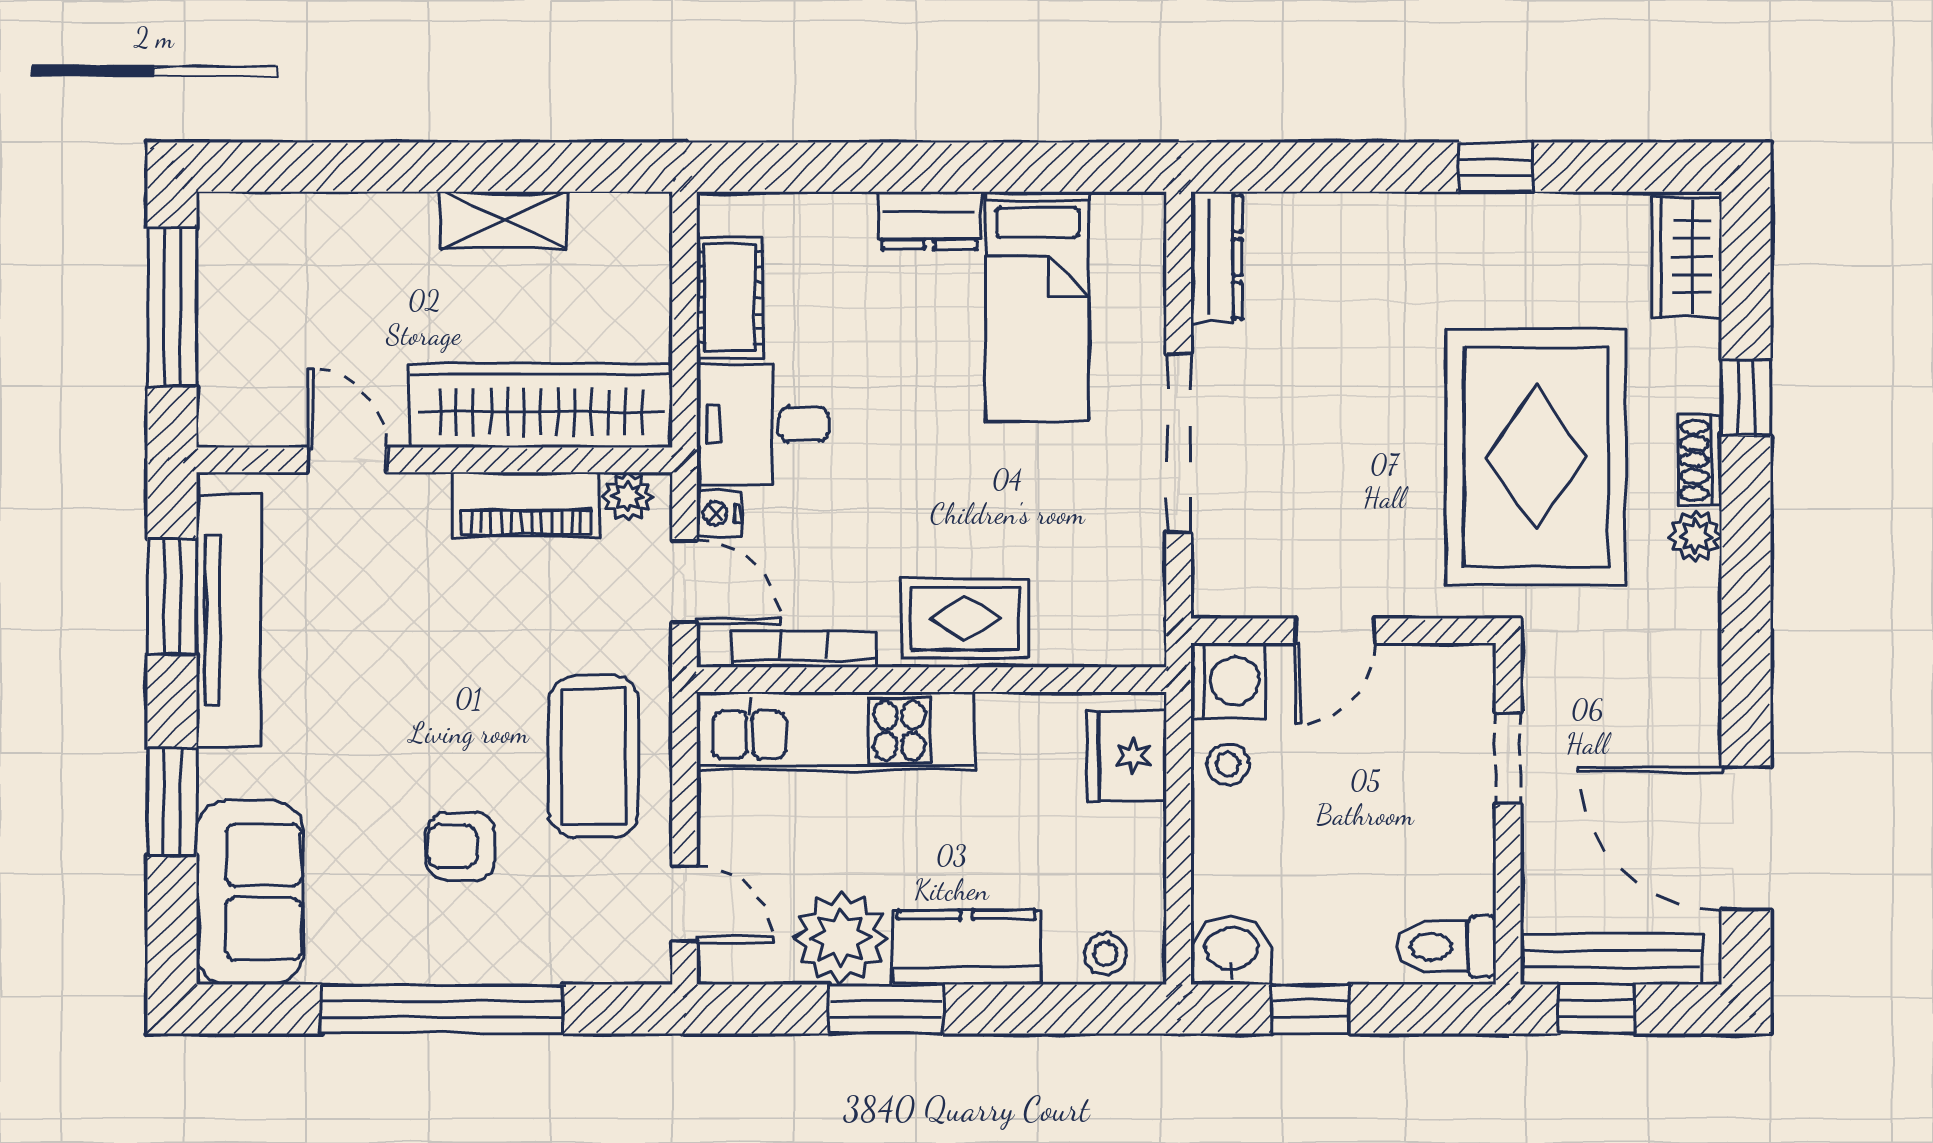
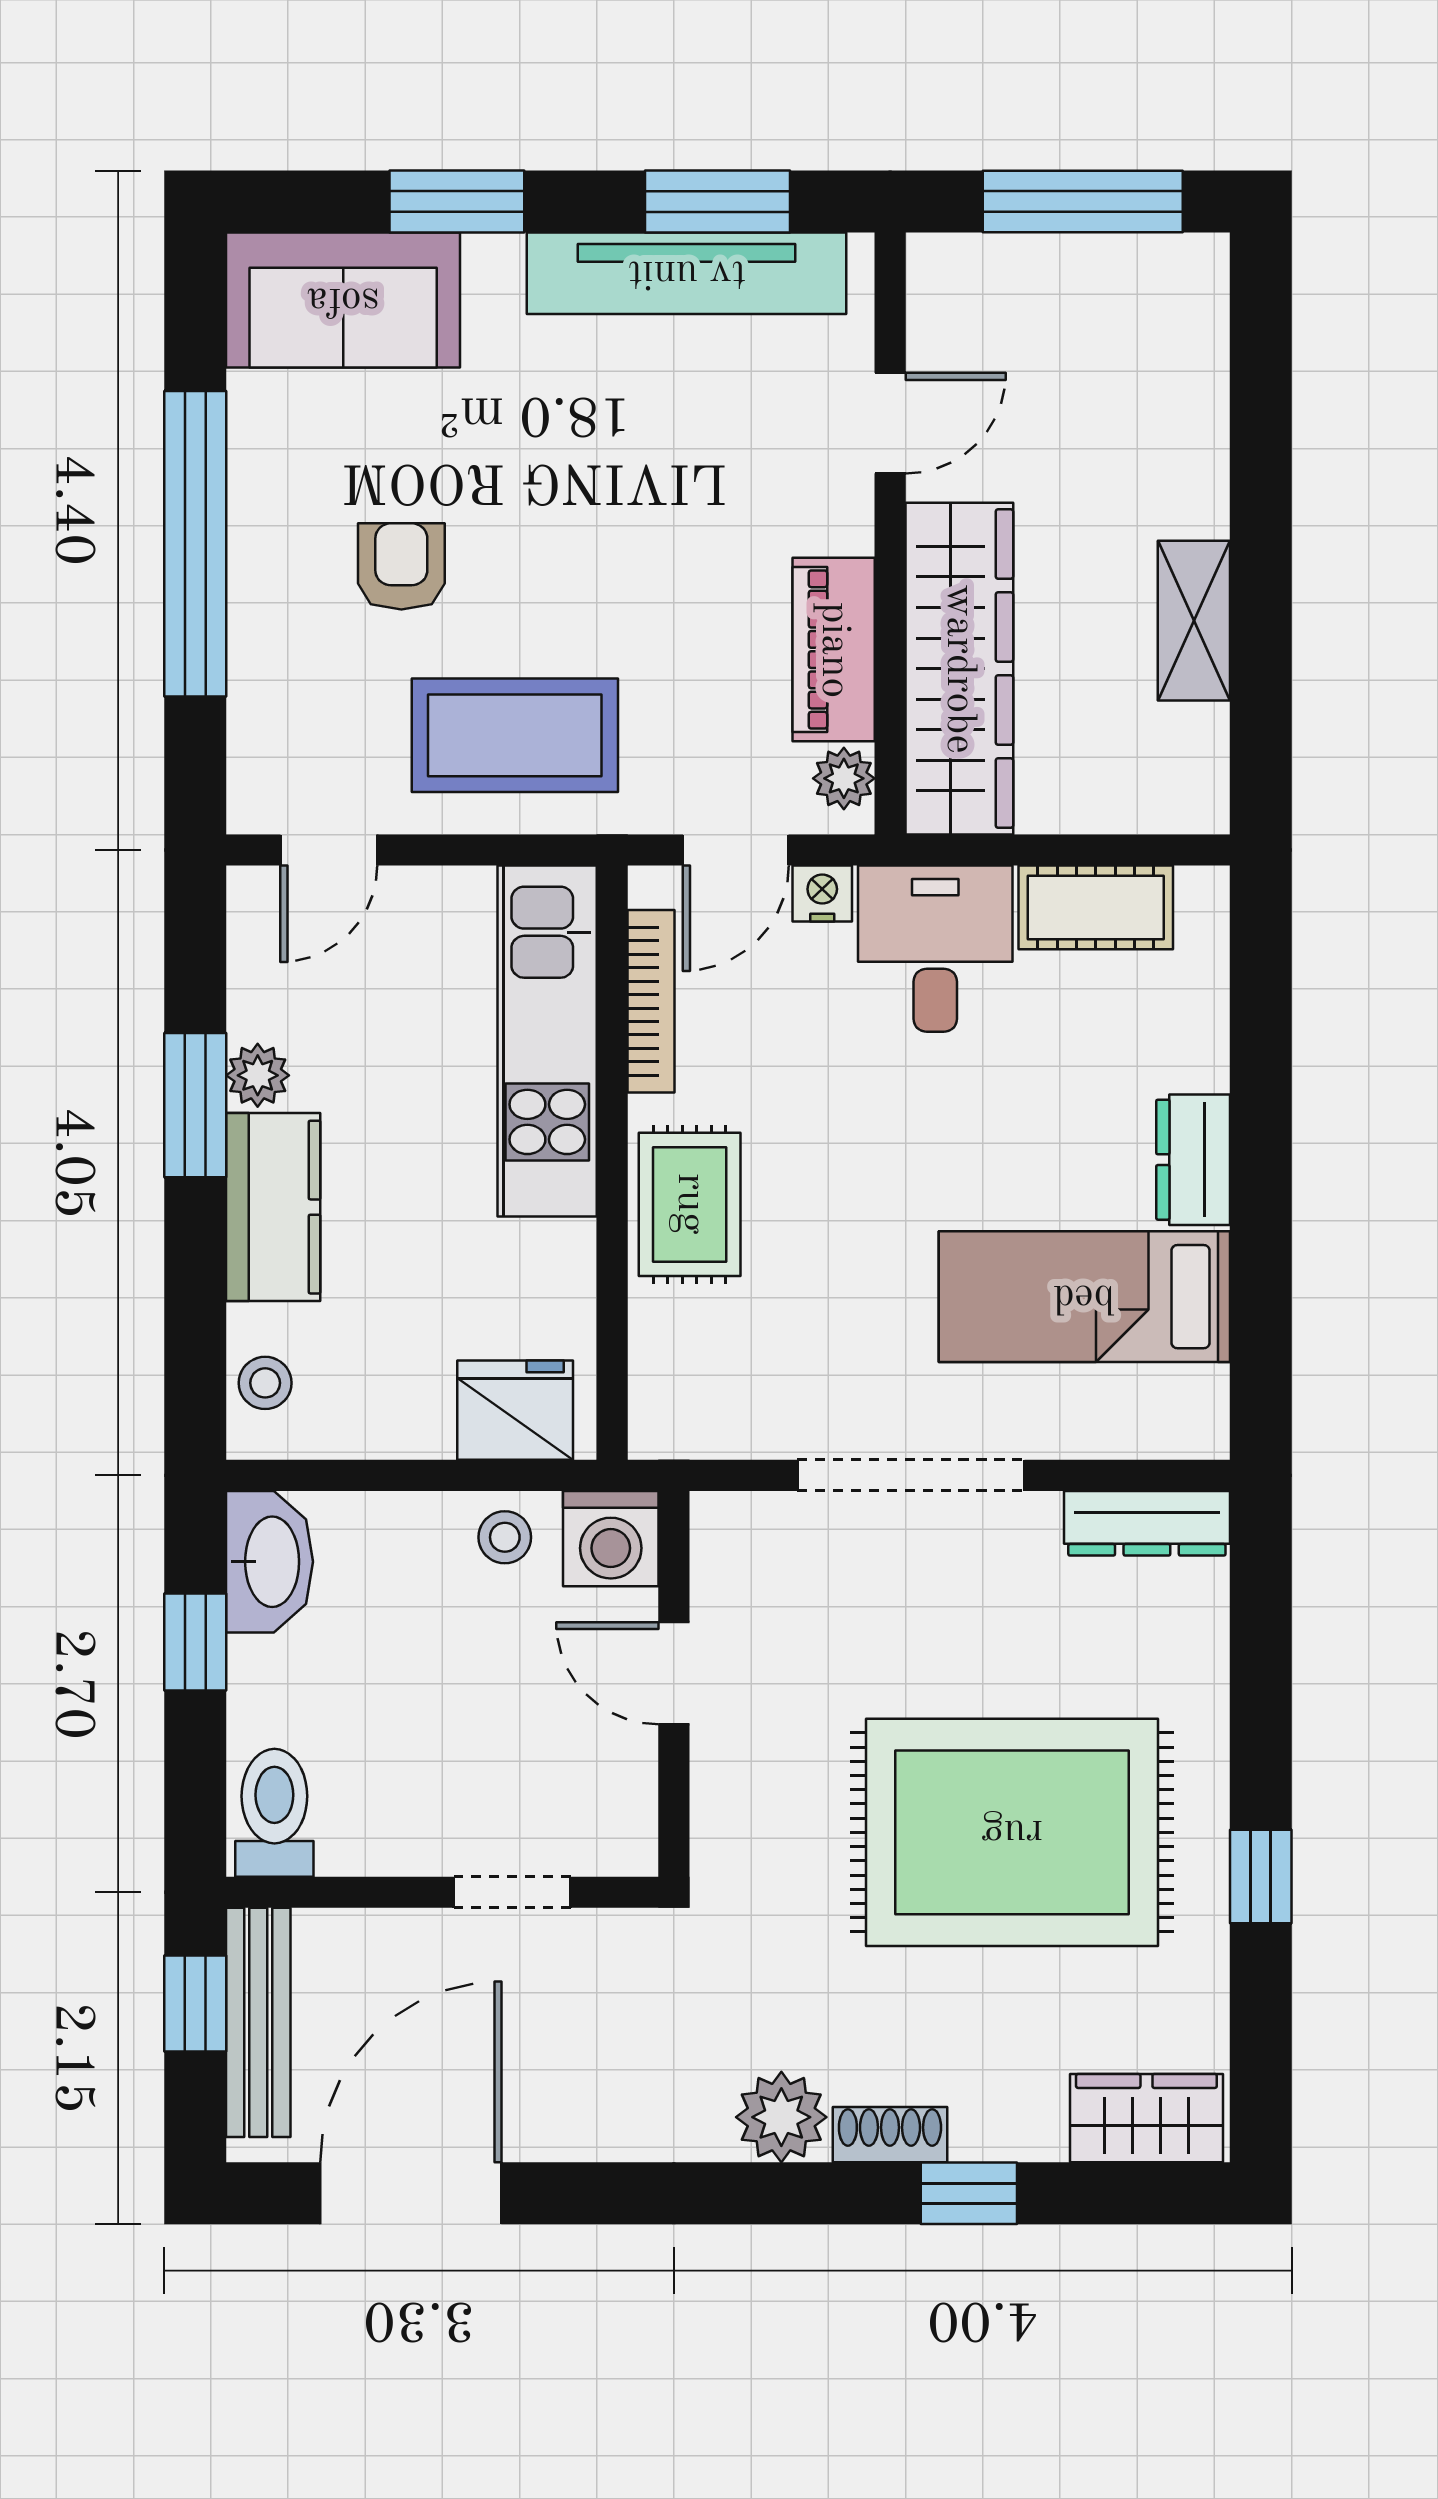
rug: (1536, 457) -> (1012, 1832), moved
plant: (1696, 536) -> (781, 2117), width x1.38, depth x1.38
plant: (841, 938) -> (258, 1075), width x0.53, depth x0.53
washbasin: (1231, 950) -> (269, 1562), width x1.38

